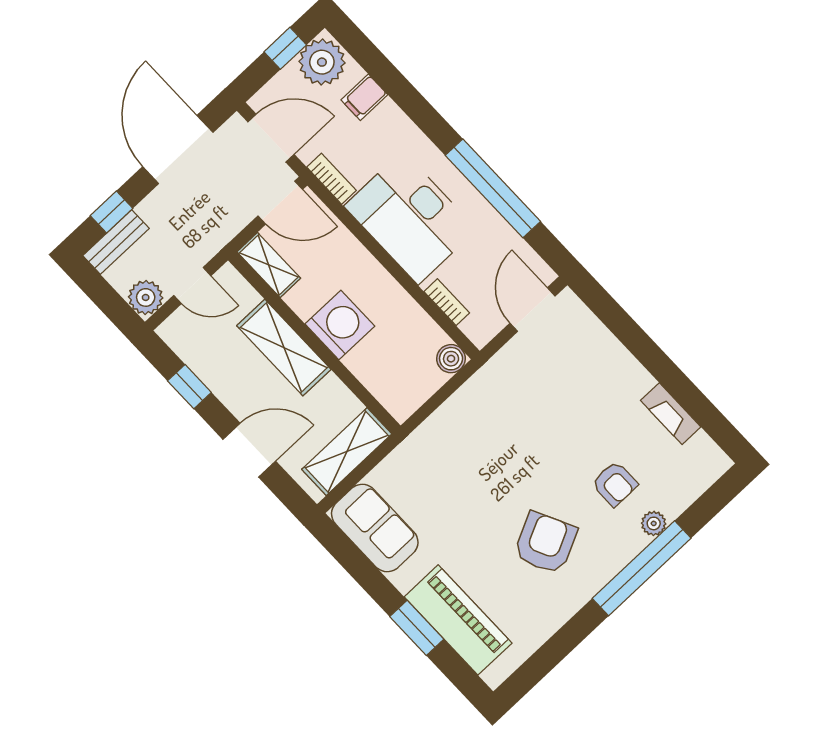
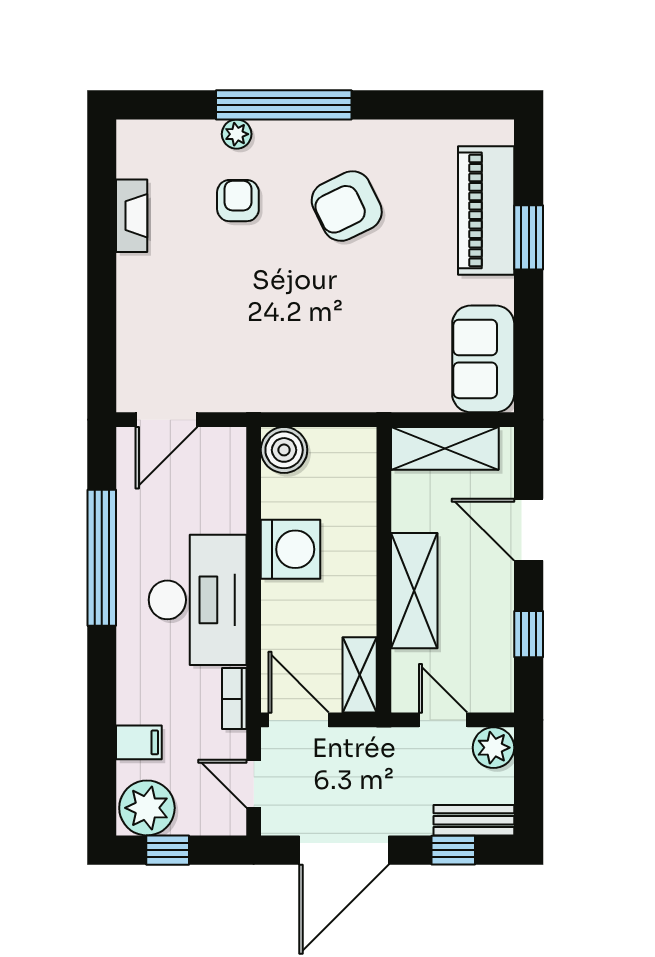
door: (271, 138) -> (254, 784), width x0.73
bookcase: (447, 302) -> (235, 496), removed
washing machine: (340, 325) -> (290, 549), moved, turned 180
boiler: (451, 359) -> (284, 450), width x1.36, depth x1.36

